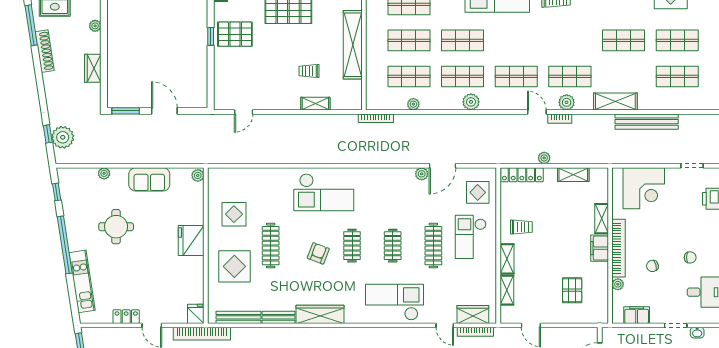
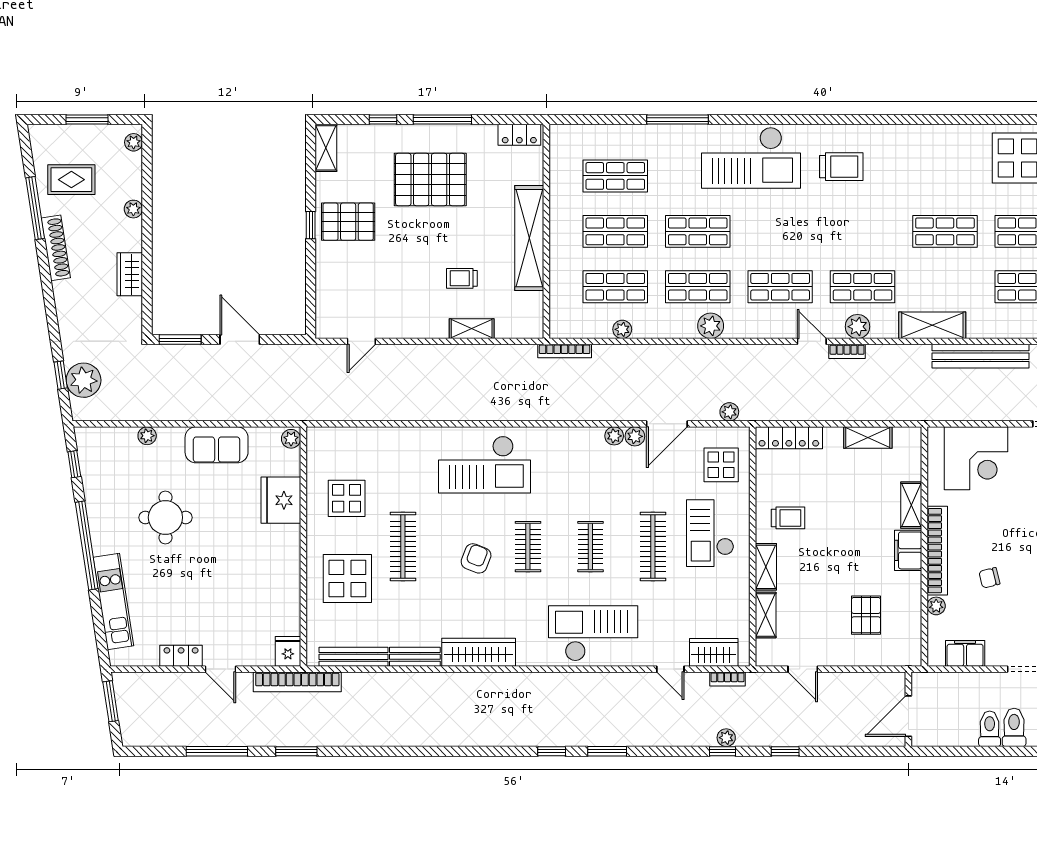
plant: (544, 158) -> (729, 412), moved
plant: (408, 174) -> (614, 436), added
fridge: (191, 240) -> (281, 500), moved
bookcase: (475, 332) -> (727, 679), width x0.64

